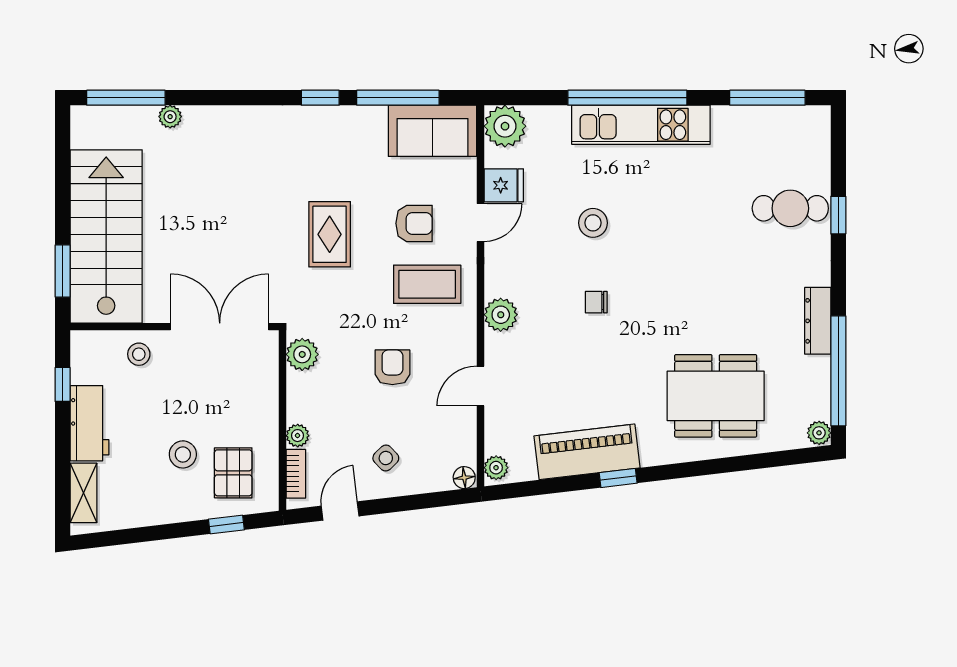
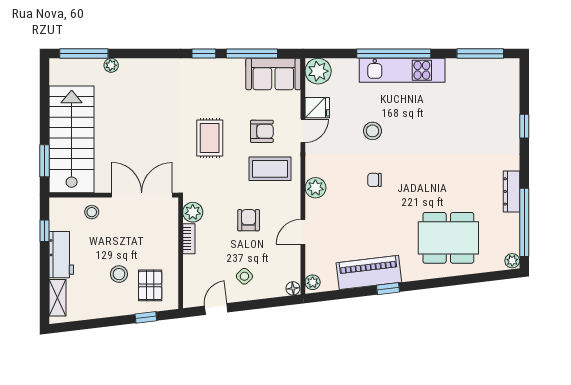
cafe table: (790, 208) -> (494, 122), removed
plant: (298, 436) -> (190, 262), removed
bookcase: (296, 474) -> (189, 239), moved

